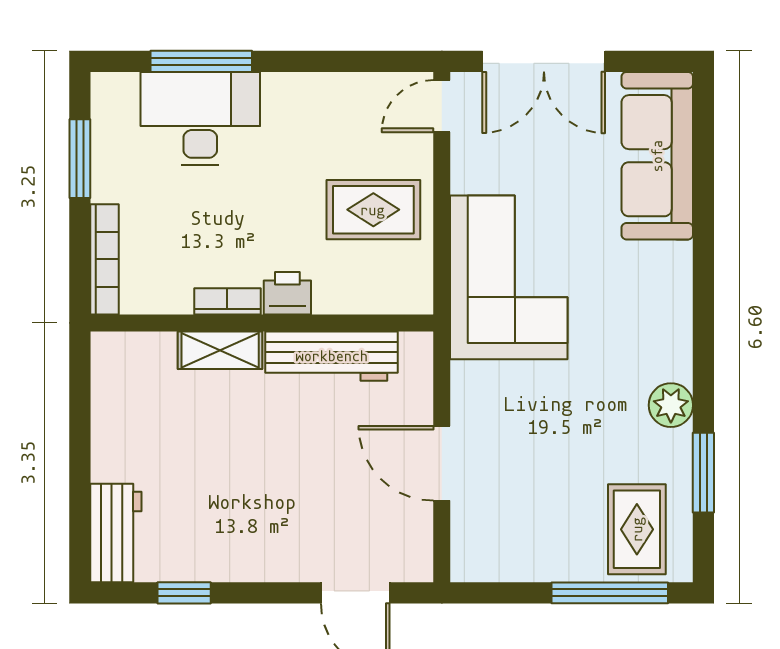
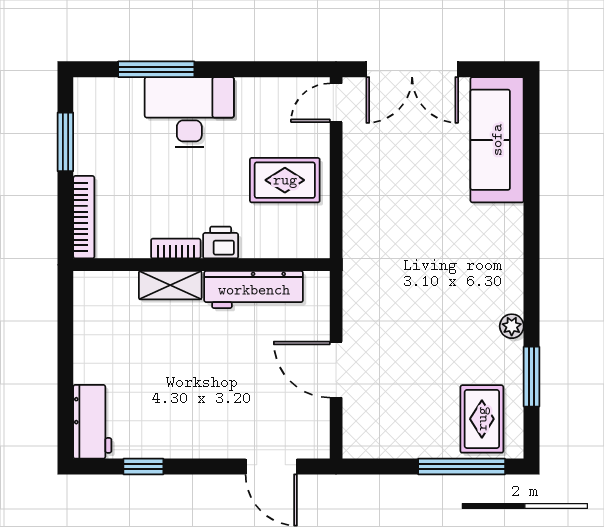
desk: (200, 119) -> (189, 112), moved
corner sofa: (509, 277) -> (386, 231), removed
plant: (671, 405) -> (512, 326), width x0.73, depth x0.73

